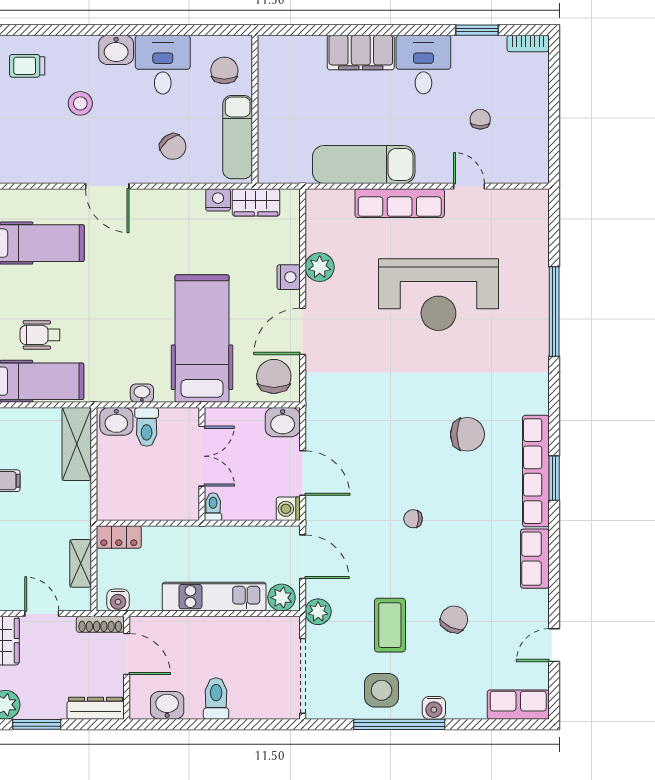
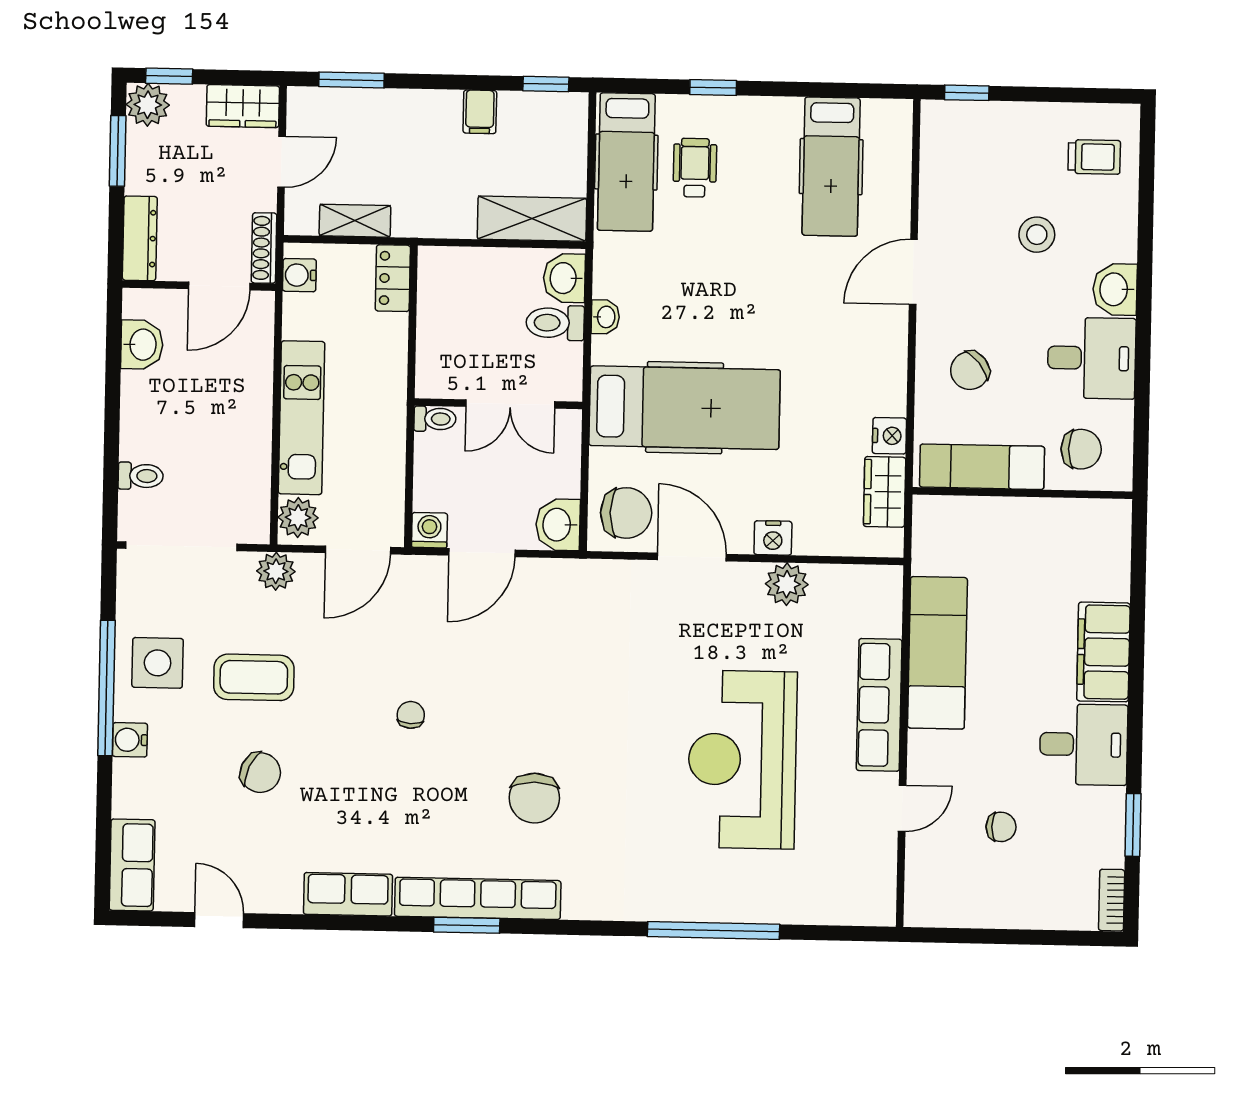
trolley: (27, 66) -> (1094, 157), turned 90
toilet: (216, 698) -> (141, 476), moved, width x0.73, depth x0.72

